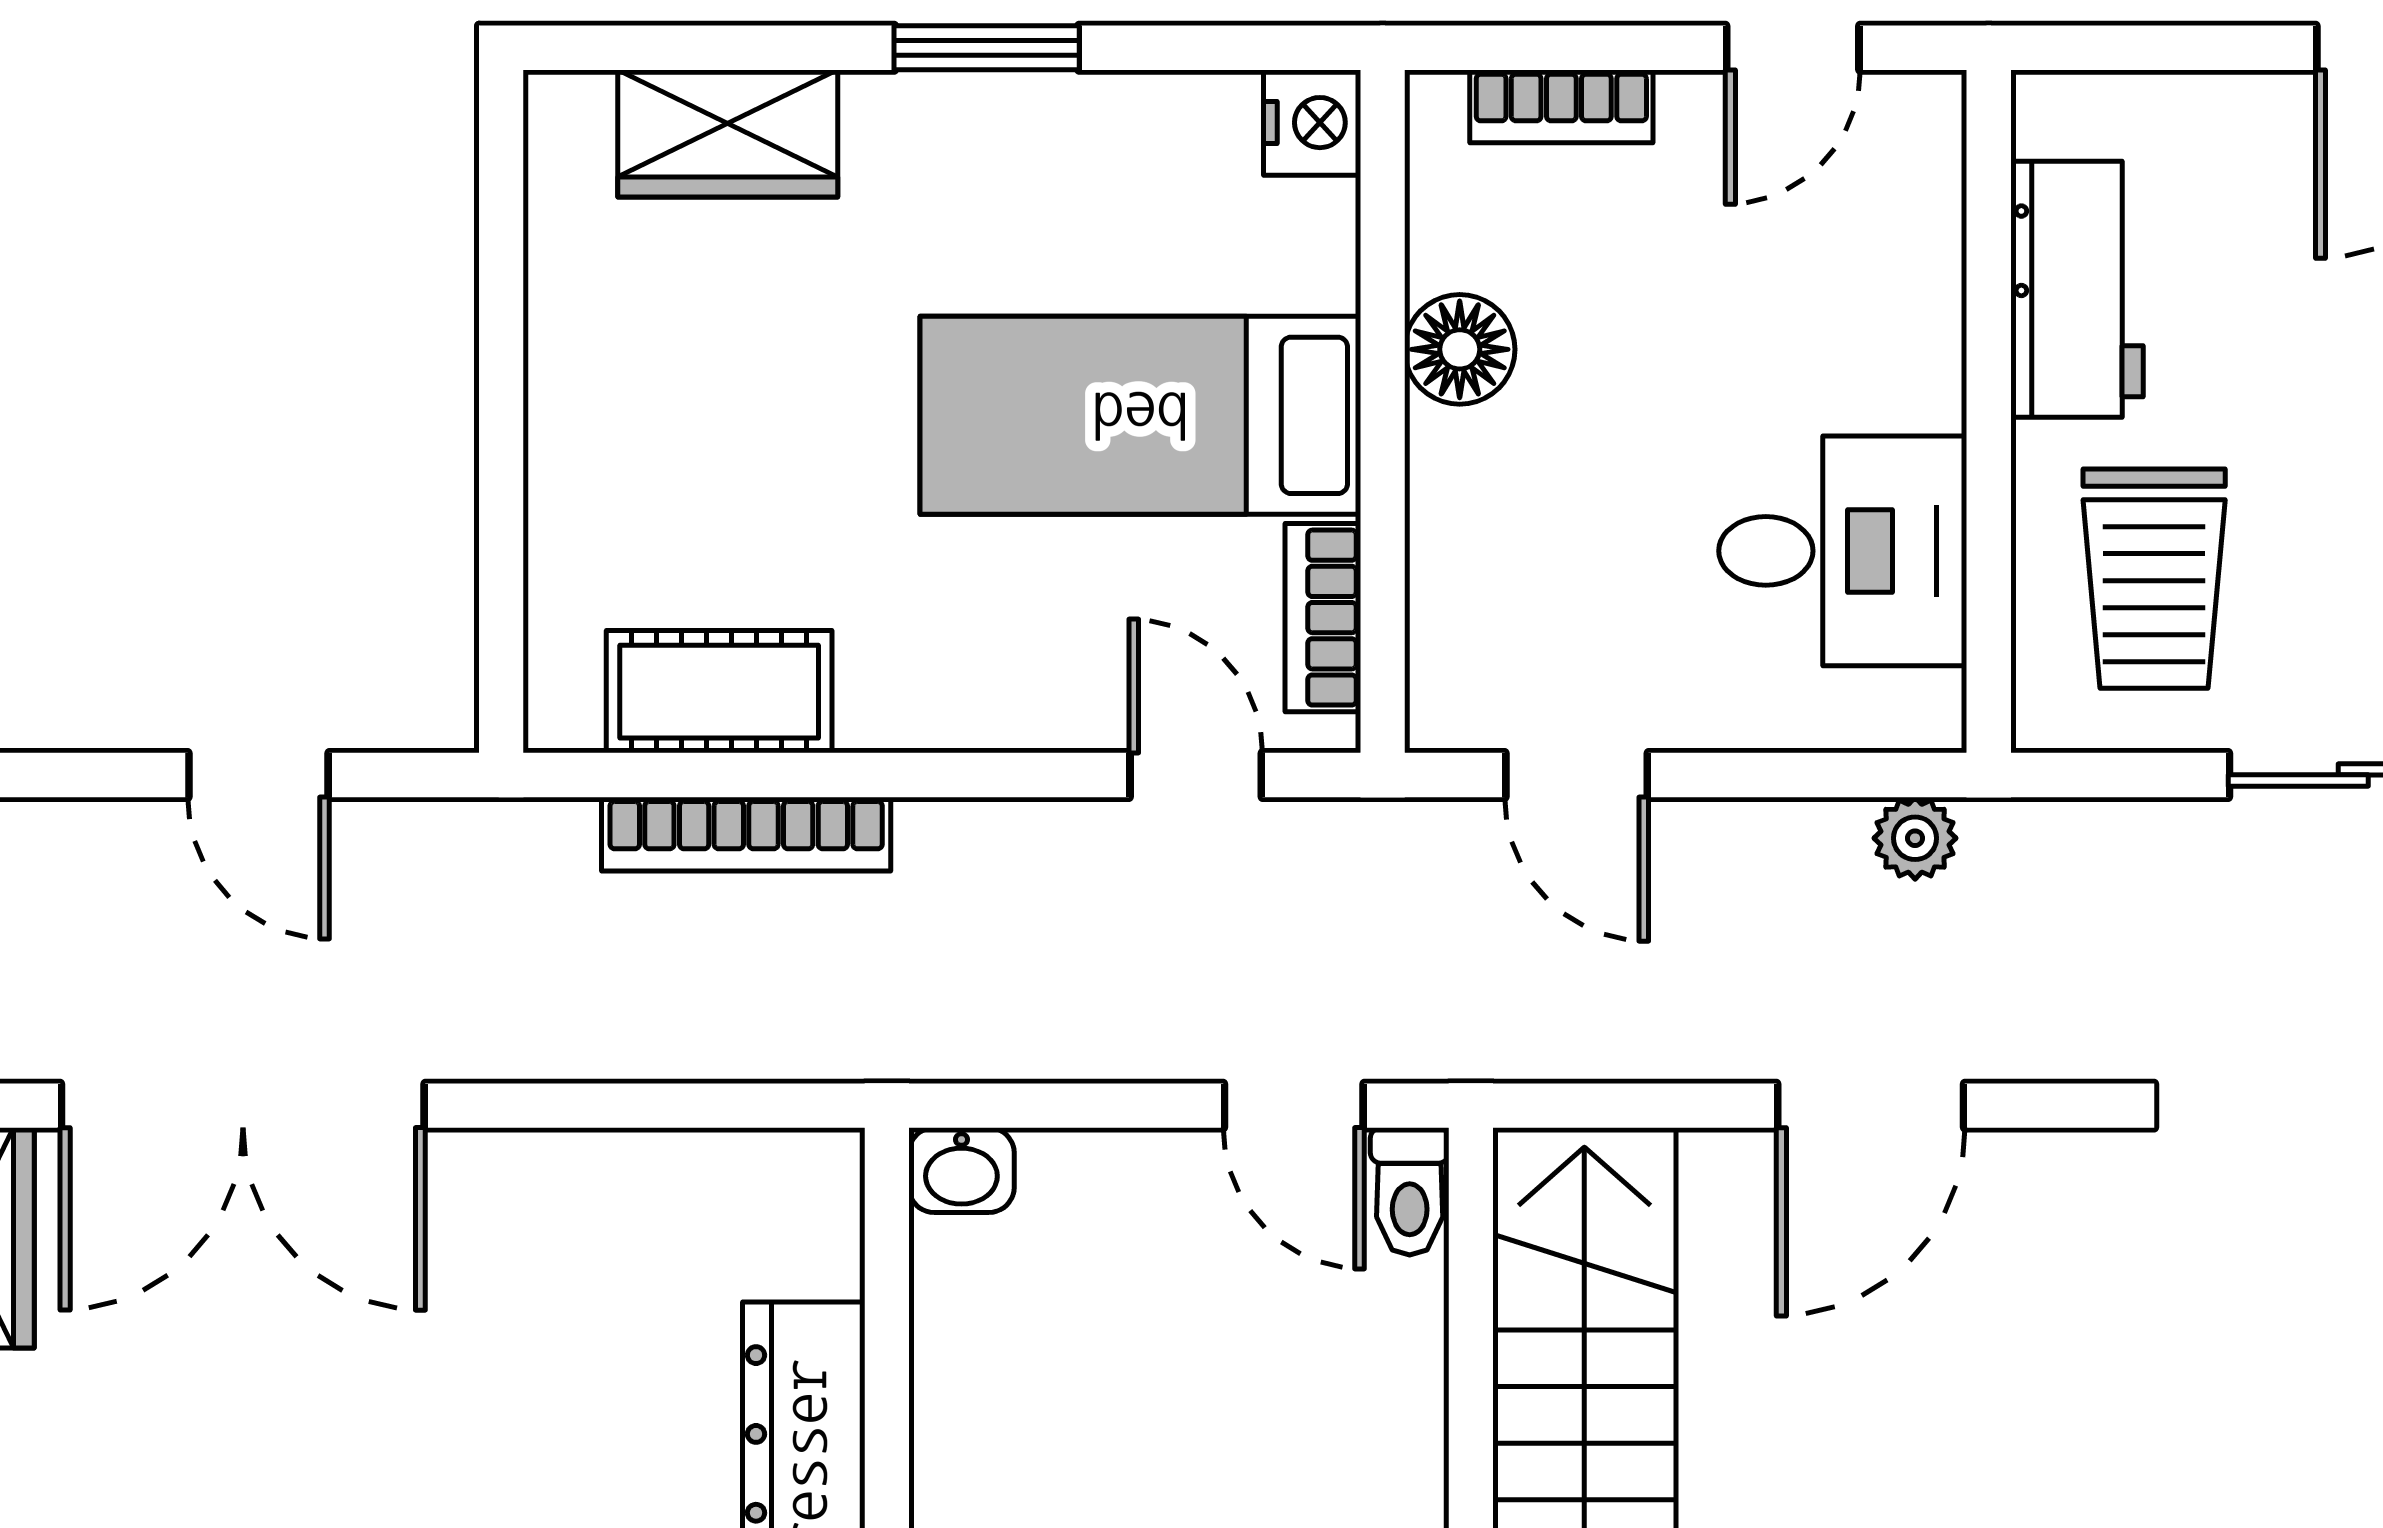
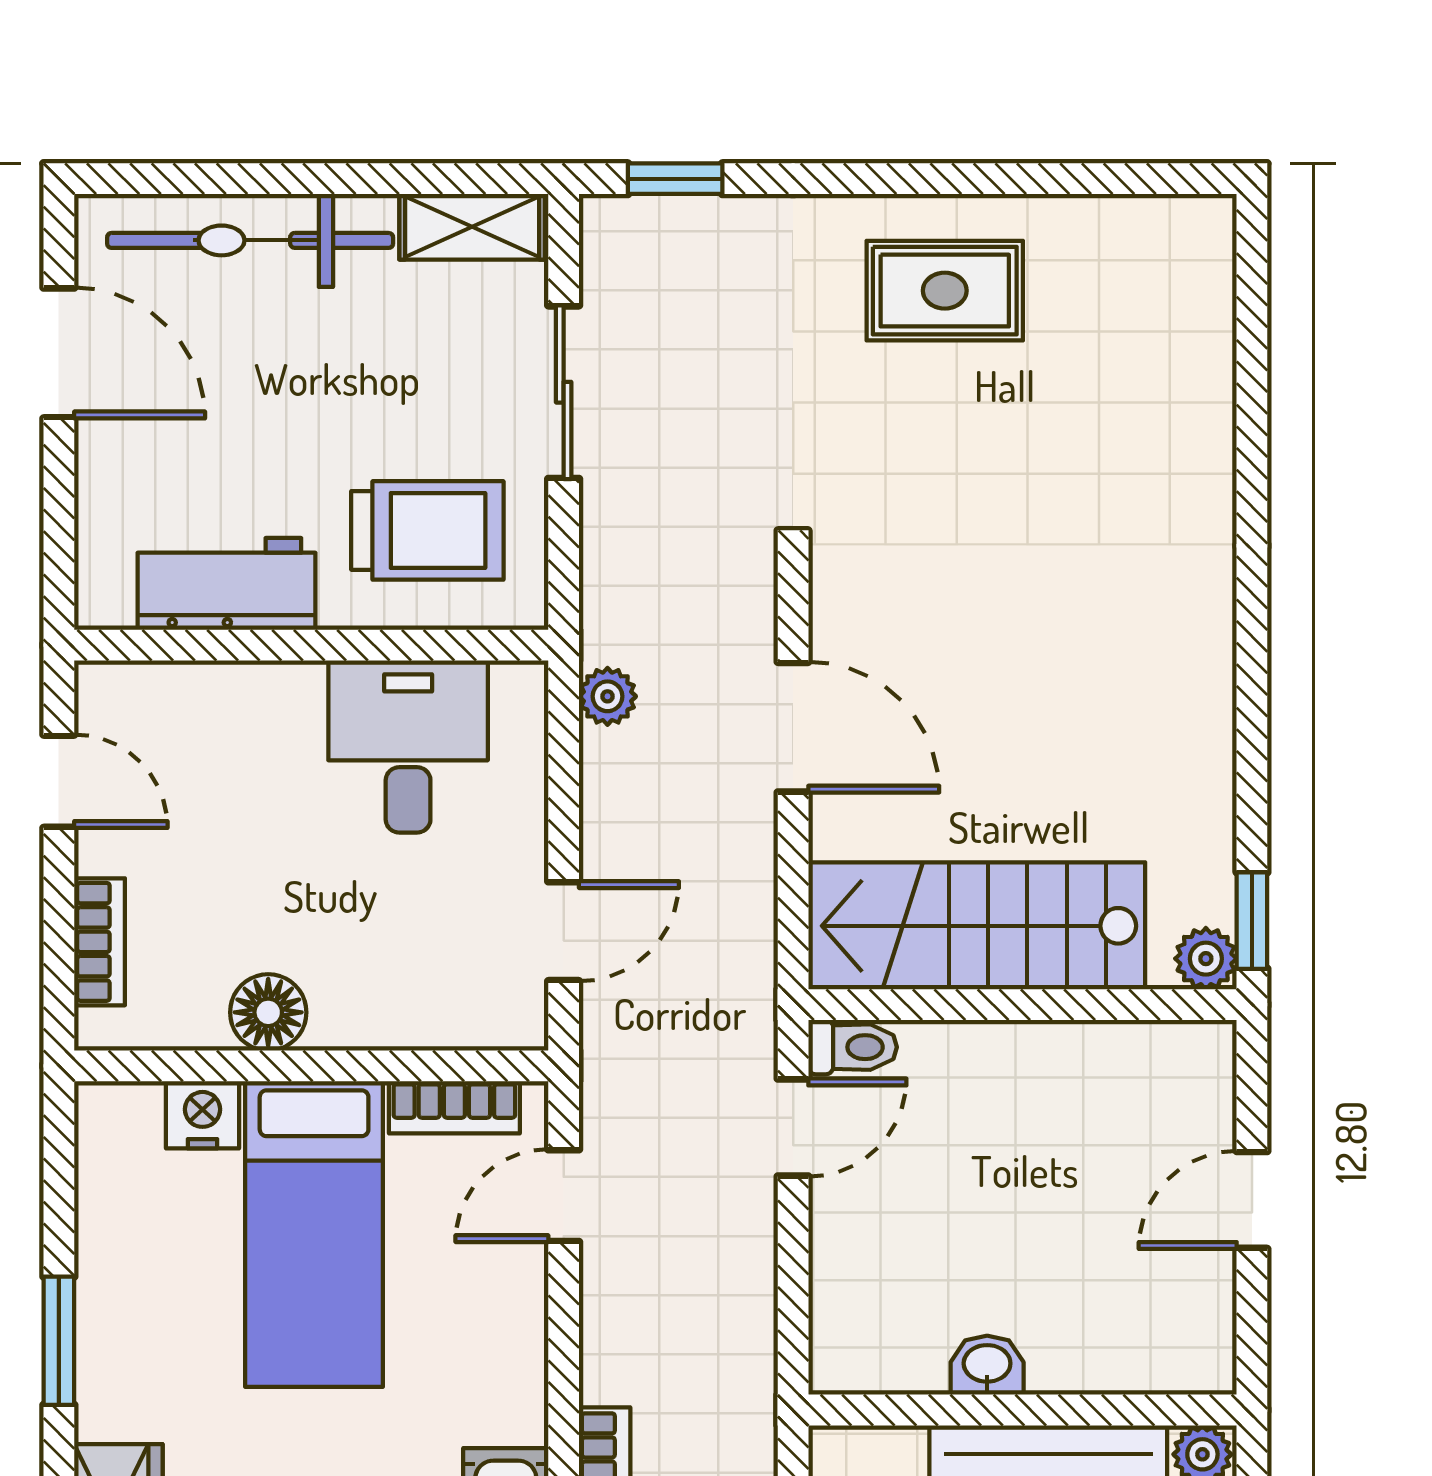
nightstand: (1312, 123) -> (202, 1115), moved
washbasin: (961, 1170) -> (987, 1365), moved, turned -90

